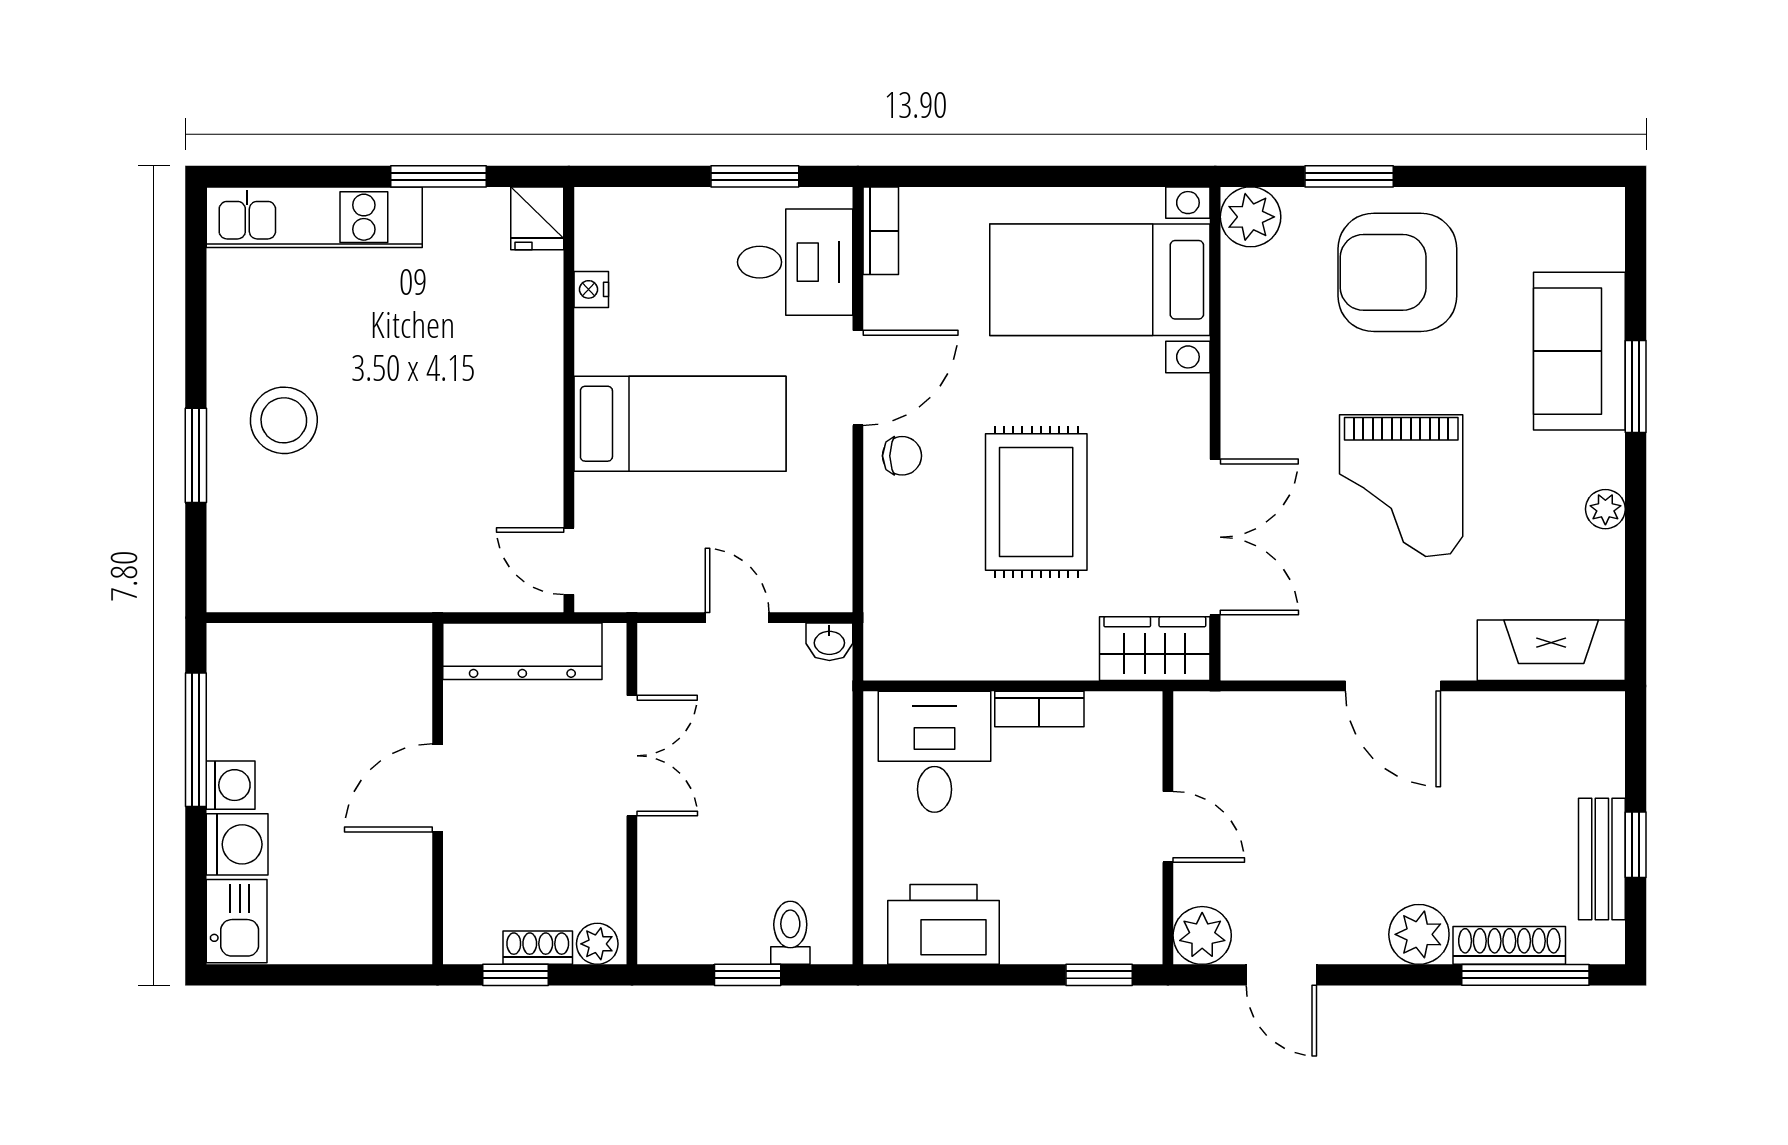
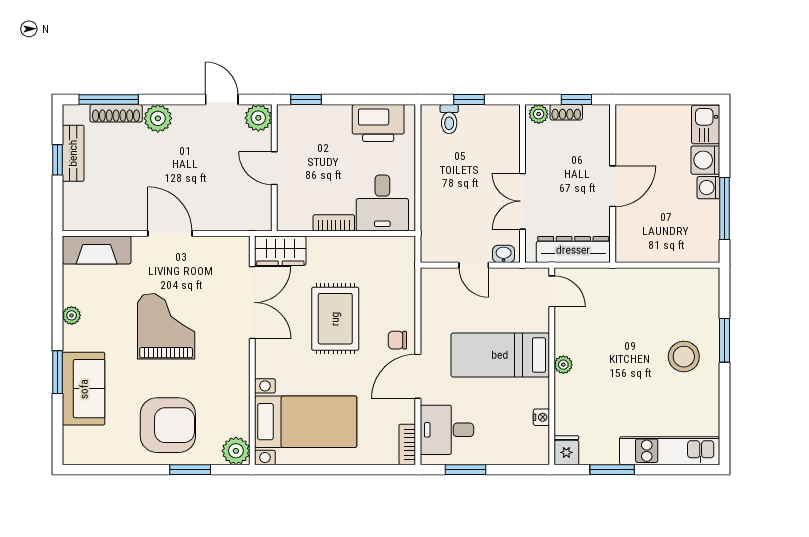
plant: (544, 403) -> (563, 365), added
double door: (1215, 537) -> (252, 302), swing flipped
washbasin: (829, 642) -> (504, 254), moved

